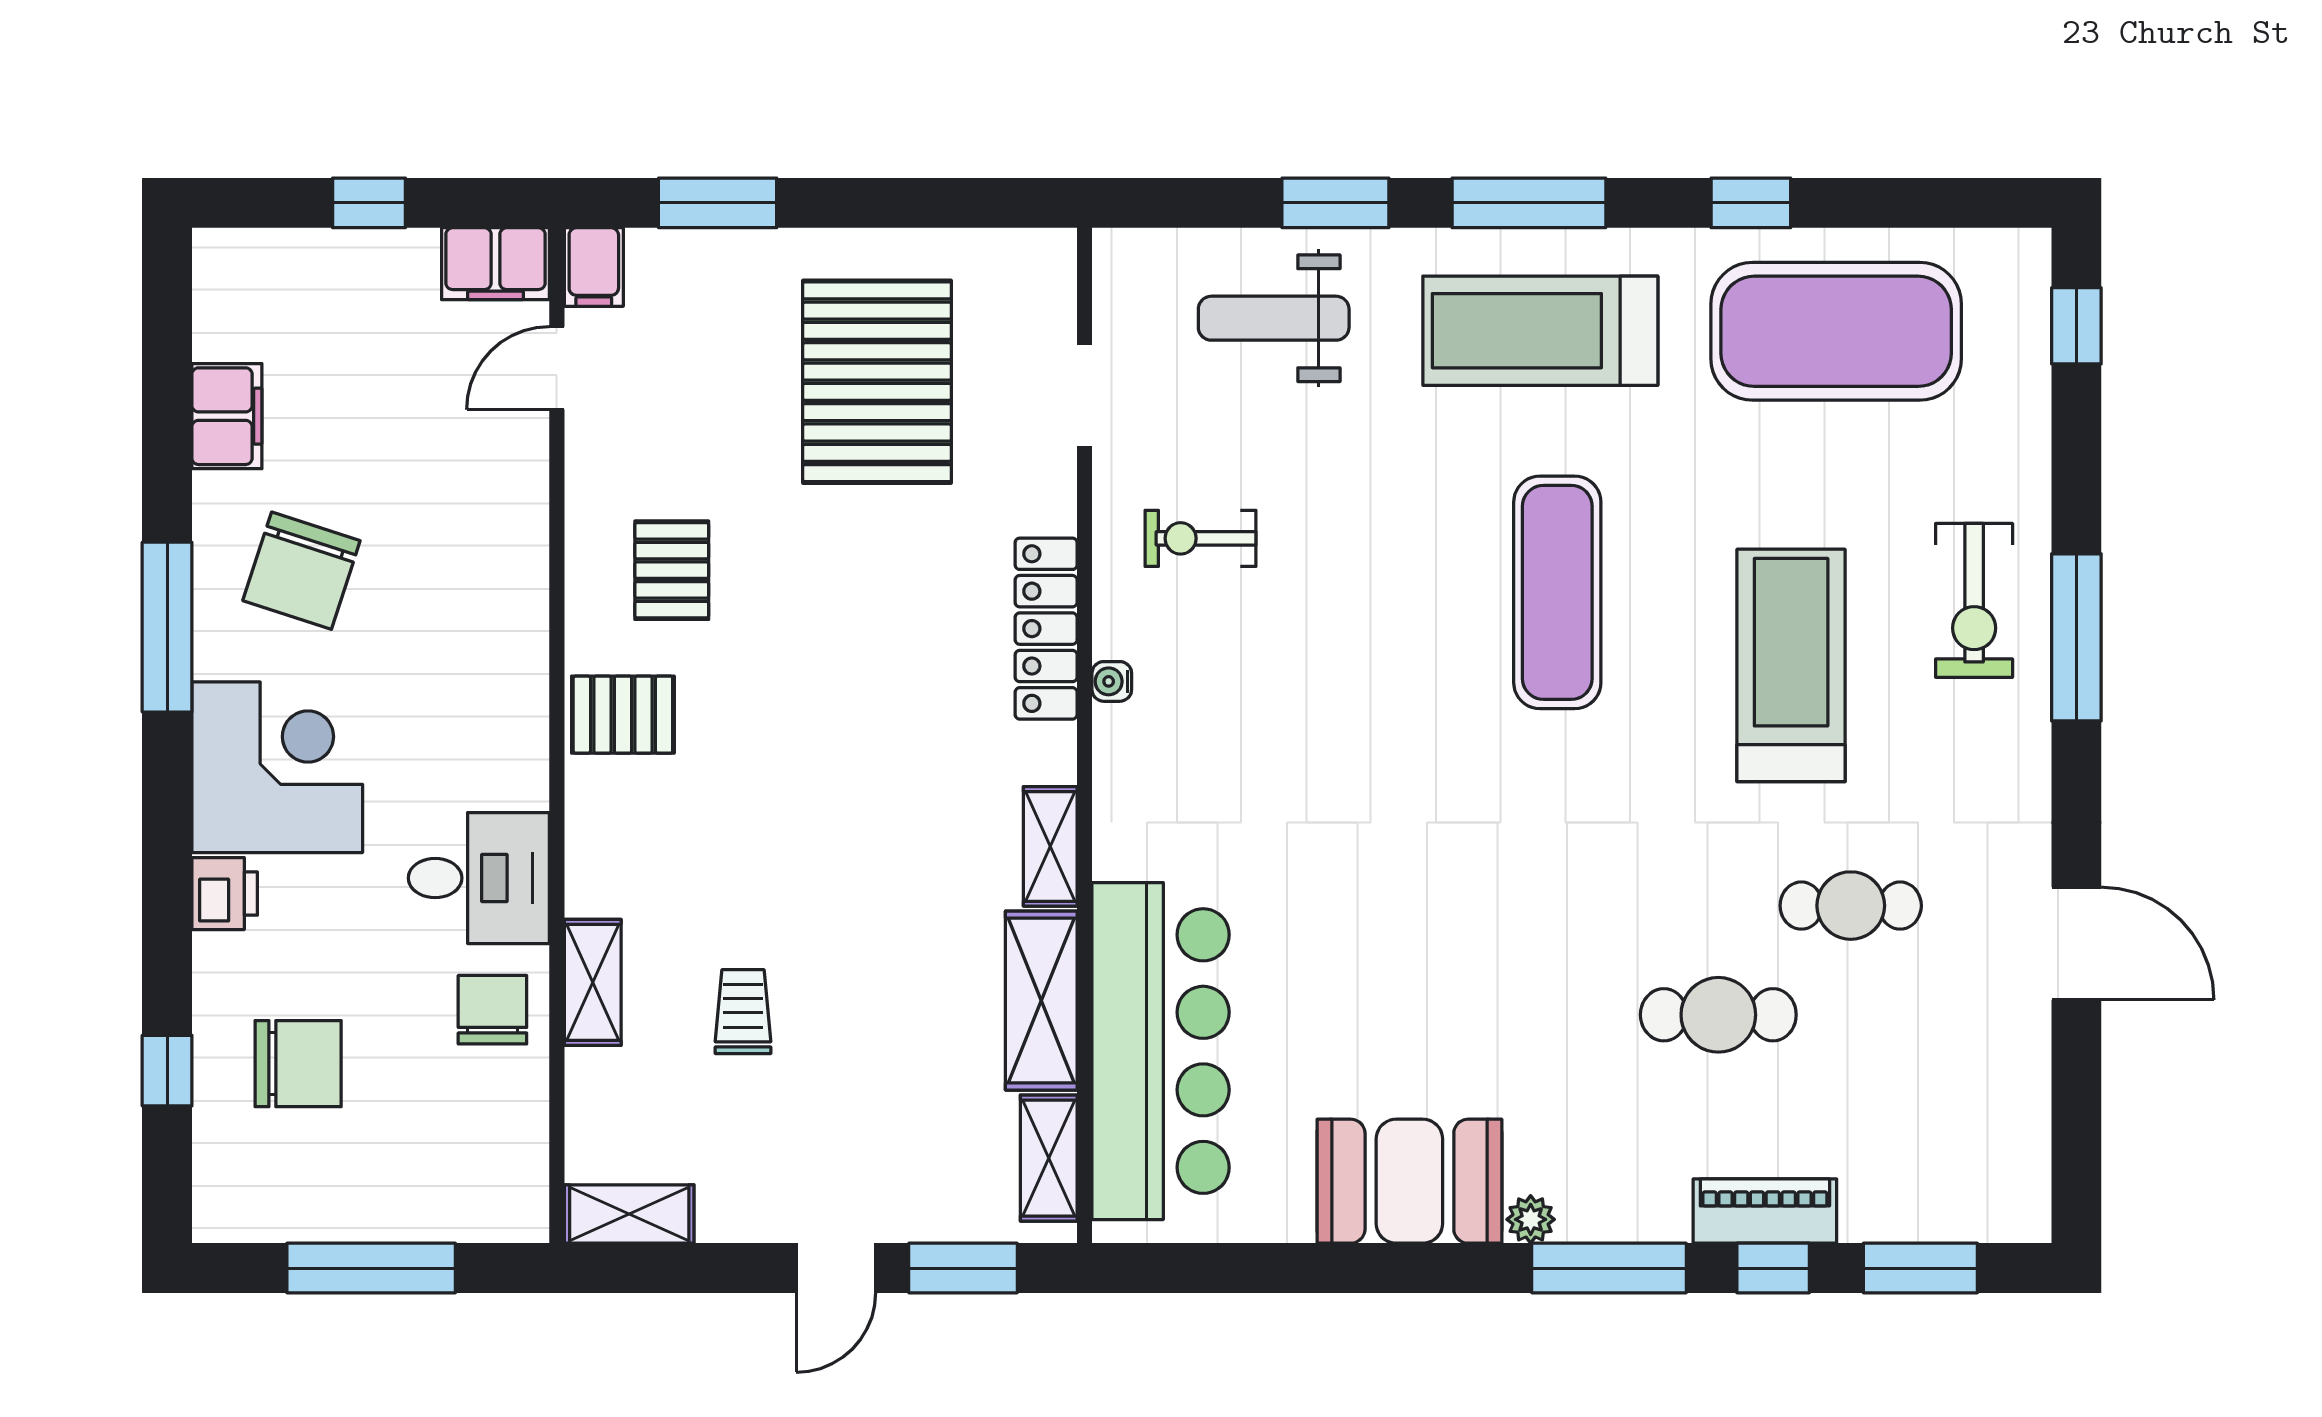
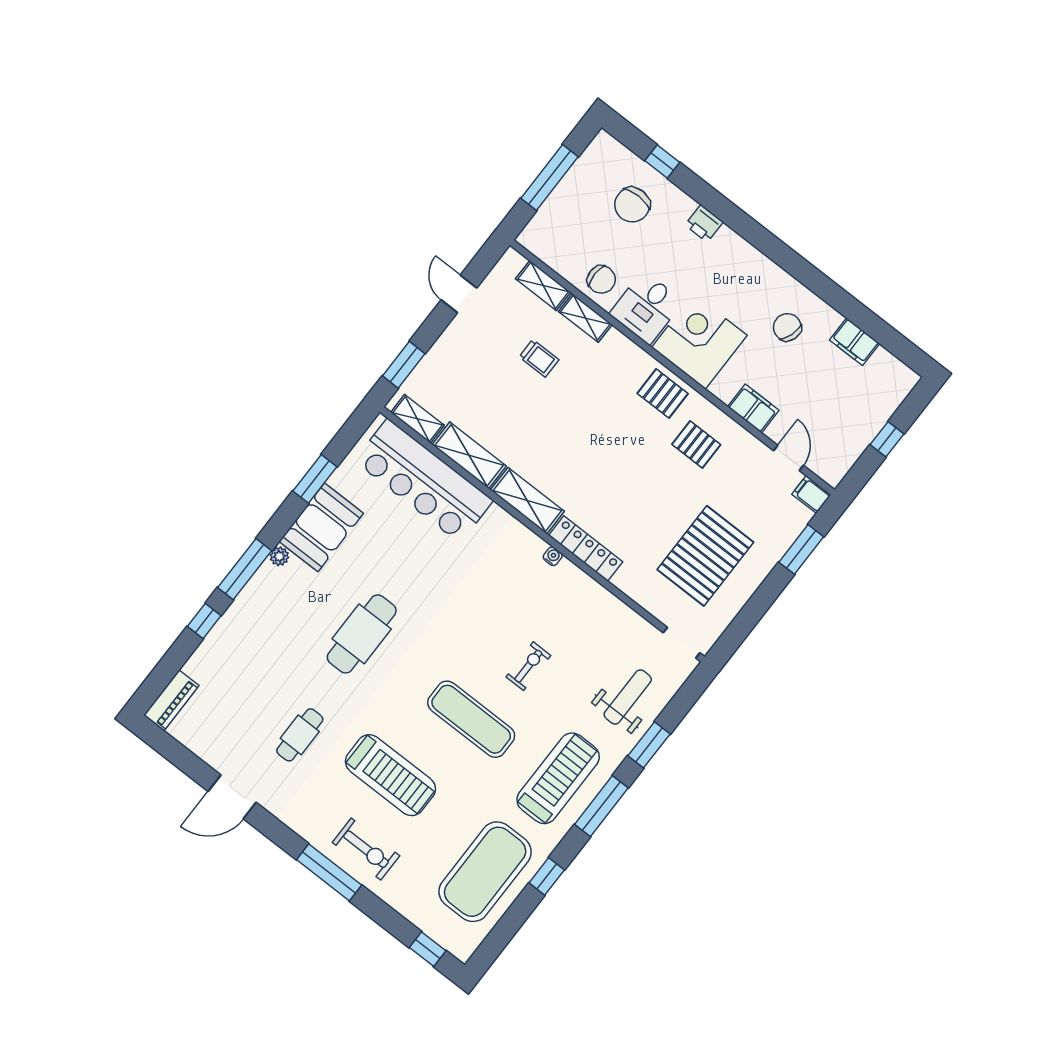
filing cabinet: (495, 264) -> (753, 408), moved, turned 90
pallet: (877, 382) -> (705, 556), turned 90
doorway: (1084, 395) -> (682, 643), moved
exercise bike: (1201, 538) -> (528, 666), moved
chair: (301, 571) -> (787, 327), width x0.73, depth x0.73
exercise bike: (1974, 600) -> (366, 849), turned 180
window: (167, 627) -> (803, 271), removed
pallet: (623, 715) -> (663, 393), turned 90
corner desk: (277, 767) -> (699, 341), moved, turned 180
shelving: (1050, 846) -> (527, 501), width x1.50, depth x1.33
cafe table: (1718, 1015) -> (362, 634), moved, width x1.37, depth x1.35
piano: (1765, 1211) -> (171, 700), moved
shelving: (629, 1214) -> (543, 285), moved, turned 90
door: (836, 1268) -> (459, 294), moved
window: (1920, 1268) -> (315, 479), moved

